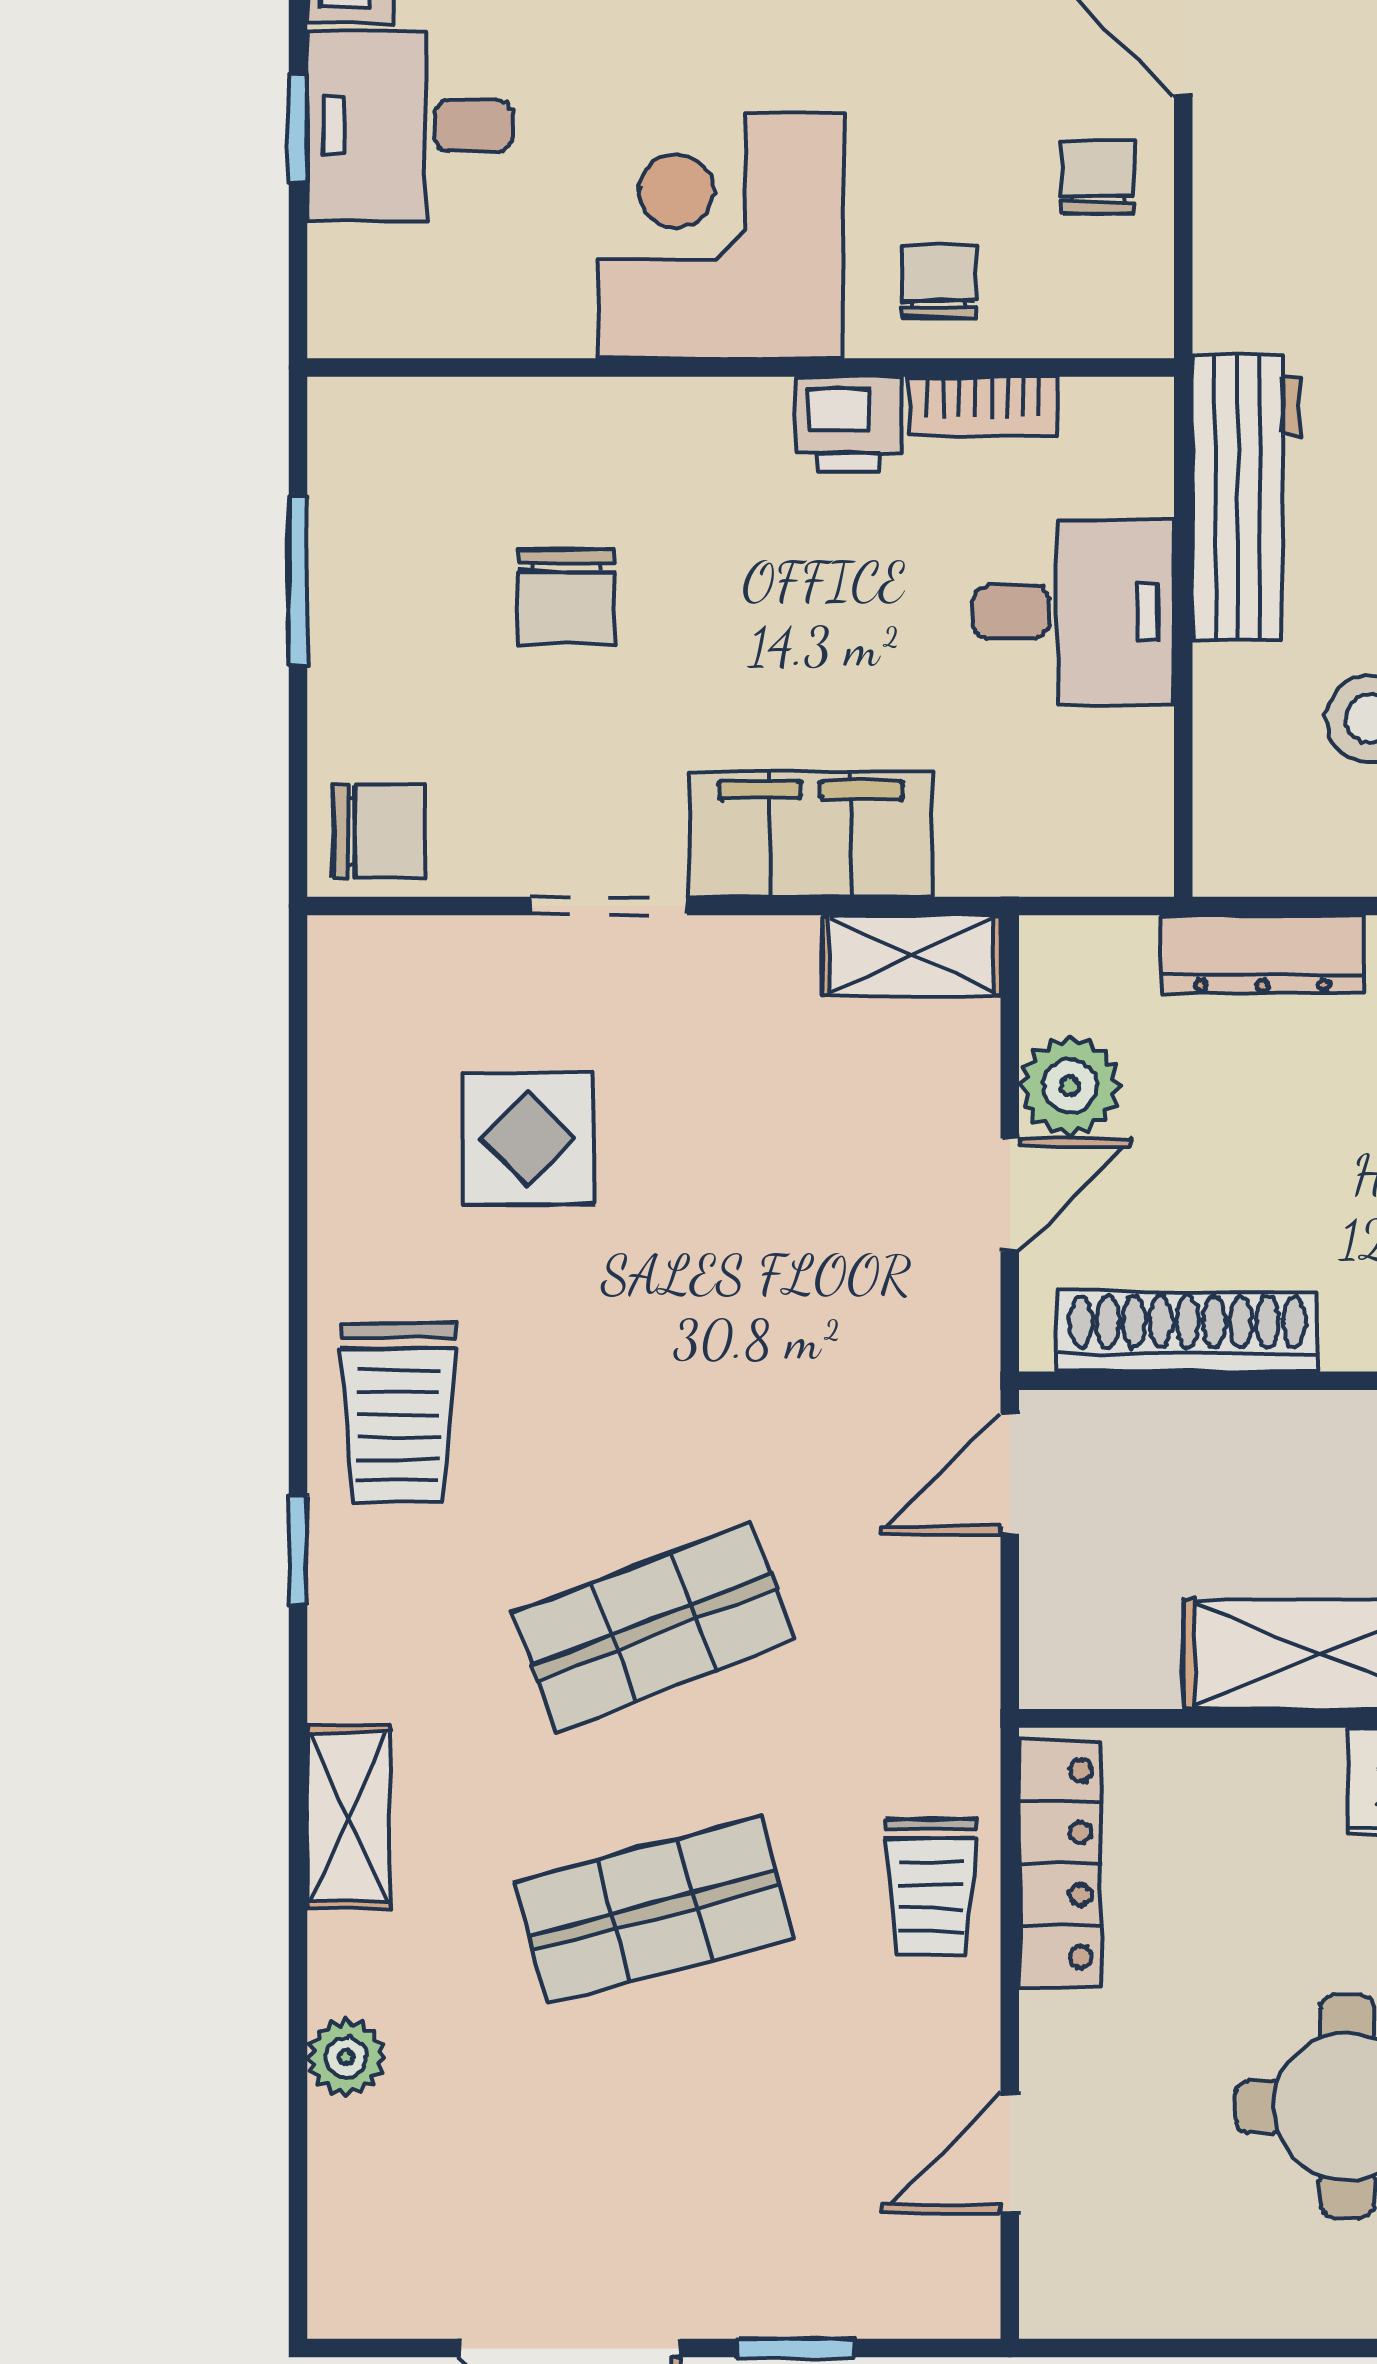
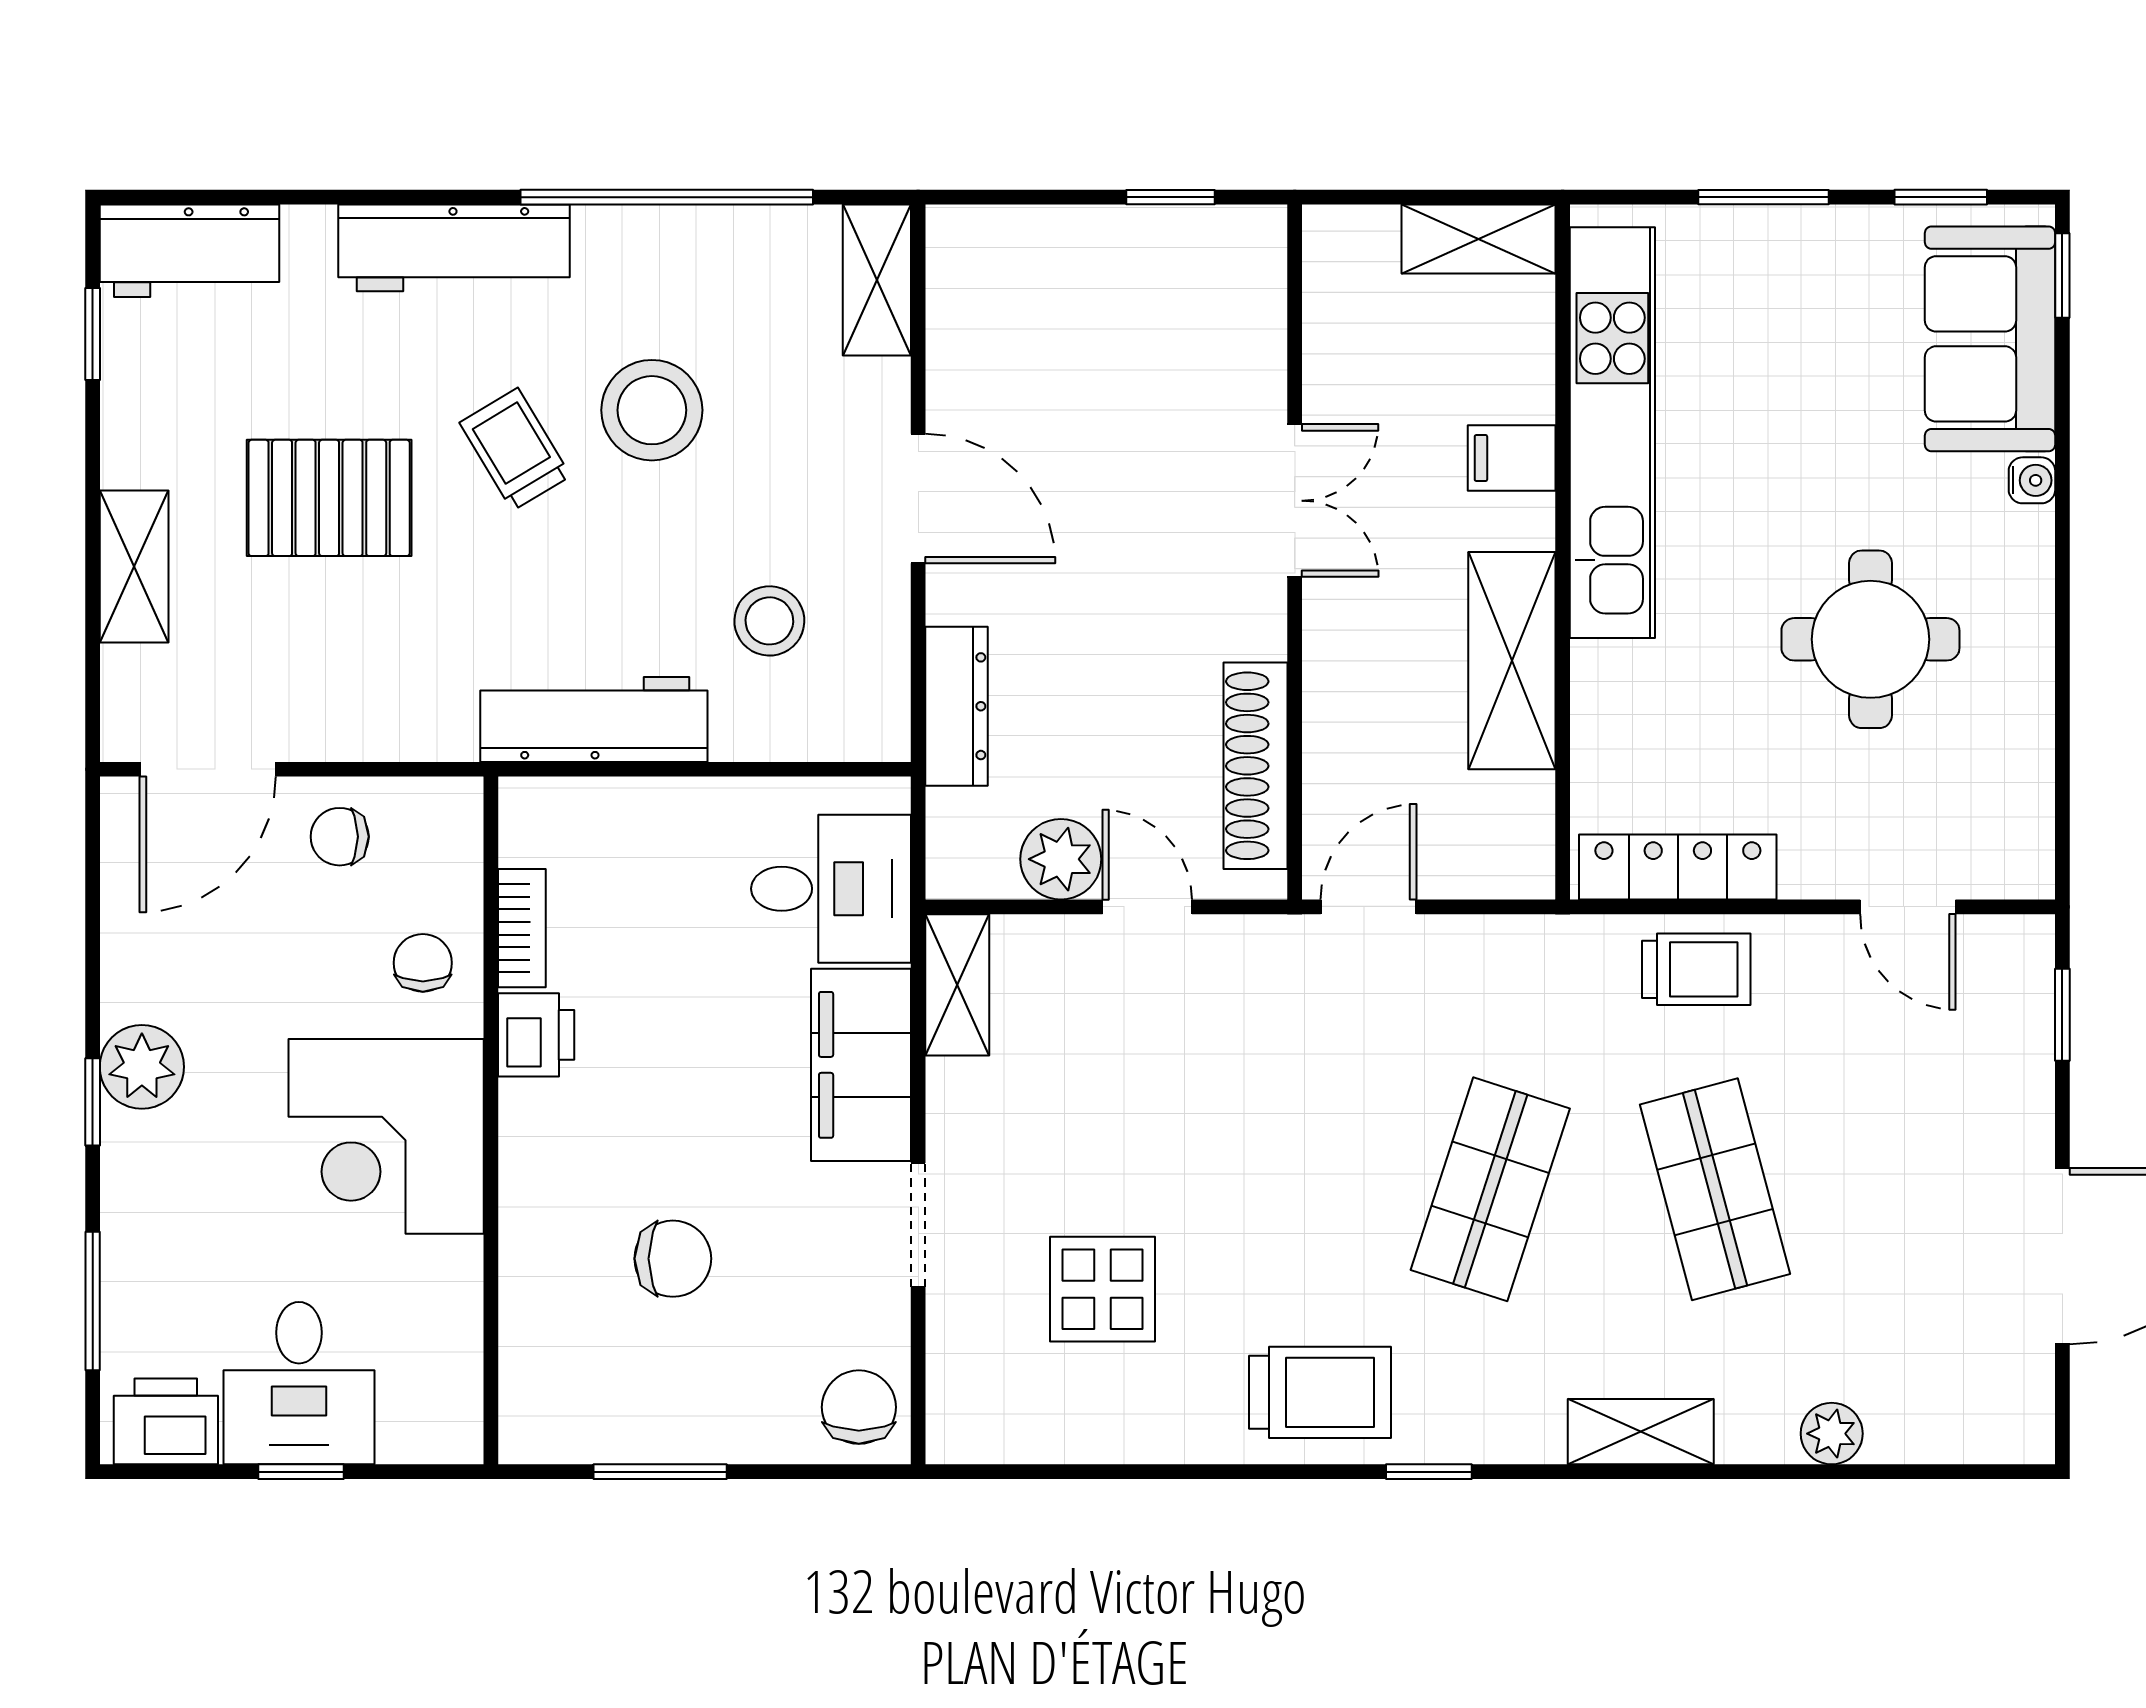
chair: (939, 282) -> (423, 963), turned 90
desk: (1073, 612) -> (831, 889), moved, turned 90
door: (1010, 1474) -> (1368, 907), swing flipped
shop shelf: (654, 1627) -> (1490, 1189), turned 39
window: (795, 2348) -> (2062, 1015), moved

